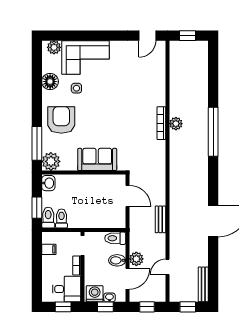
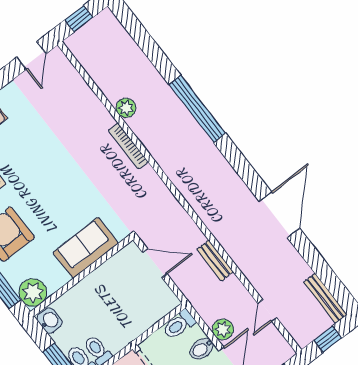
plant: (176, 124) -> (126, 108), moved

